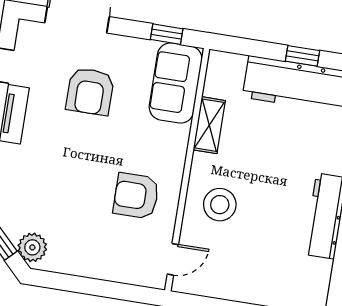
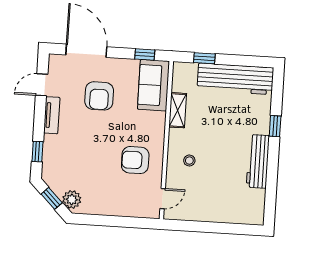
window: (302, 56) -> (204, 58), moved
stool: (220, 205) -> (189, 161), width x0.53, depth x0.53

